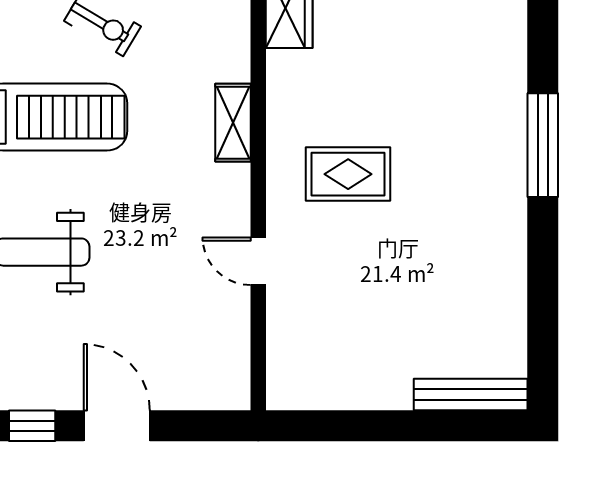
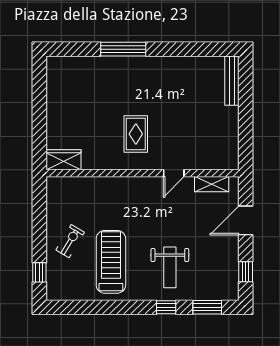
shelving: (233, 123) -> (212, 184), moved
door: (117, 426) -> (246, 220), moved

